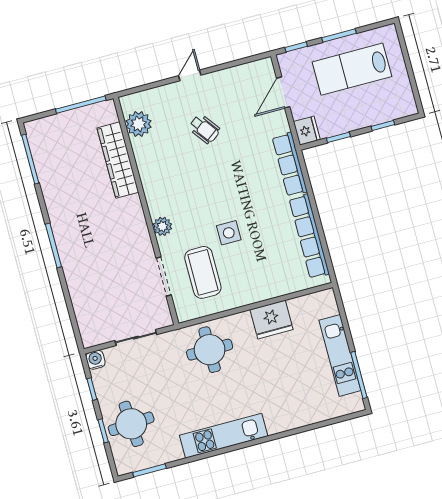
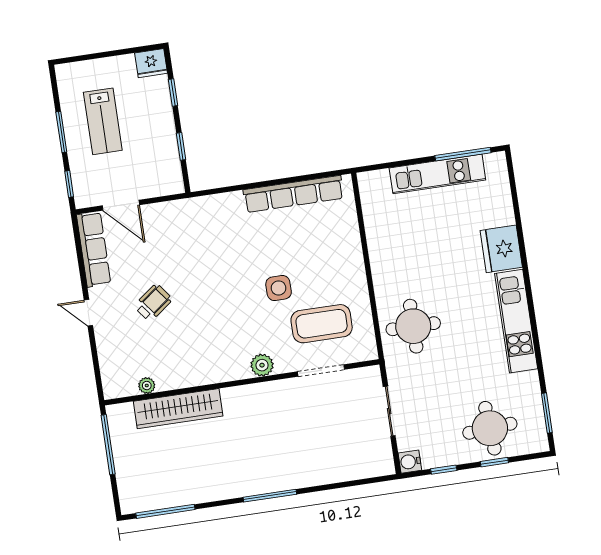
lab bench: (352, 69) -> (103, 121), width x0.73, depth x0.72
plant: (139, 124) -> (147, 386), width x0.53, depth x0.53
fridge: (307, 131) -> (151, 63), moved, turned 180
row of seats: (290, 164) -> (94, 249), moved, turned -90
fridge: (272, 319) -> (501, 249), moved, turned 180

